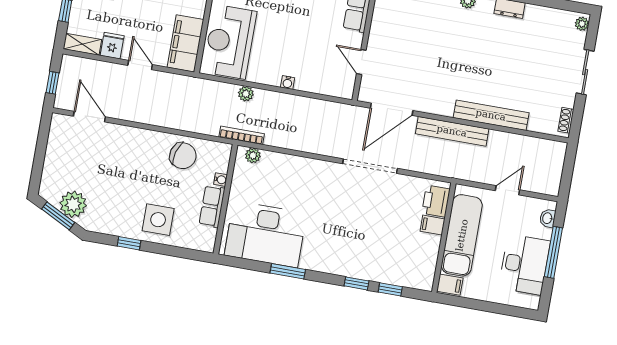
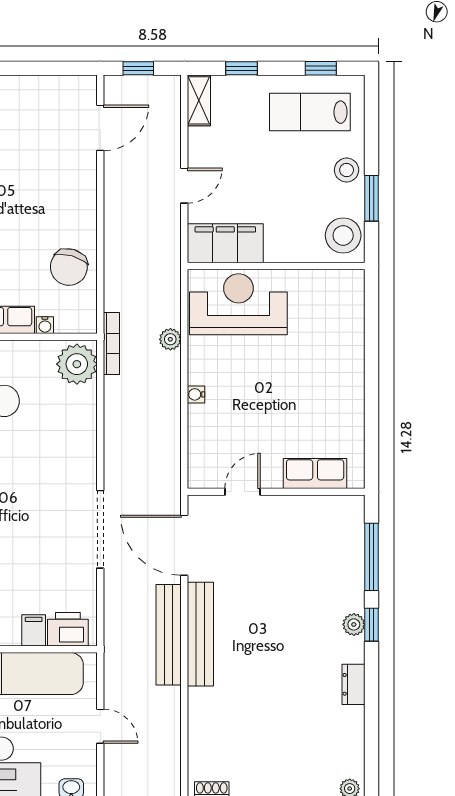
fridge: (112, 46) -> (204, 142), removed
bench: (491, 115) -> (200, 634), moved
plant: (253, 155) -> (77, 364), width x1.88, depth x1.88

